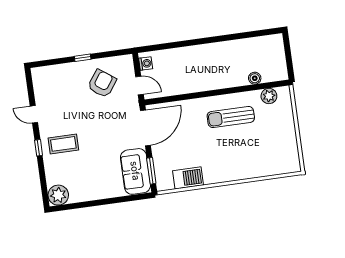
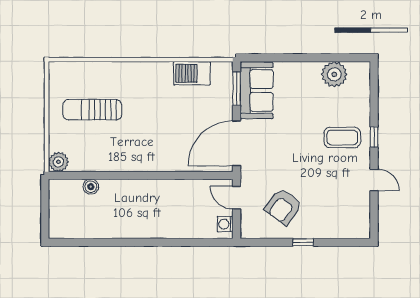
plant: (269, 96) -> (58, 162), moved
sun lounger: (231, 117) -> (92, 110), moved, turned 180
plant: (58, 195) -> (334, 74), moved

